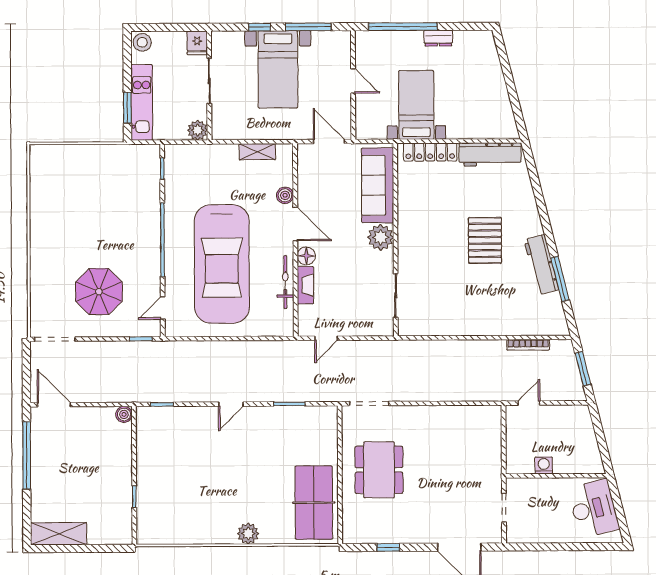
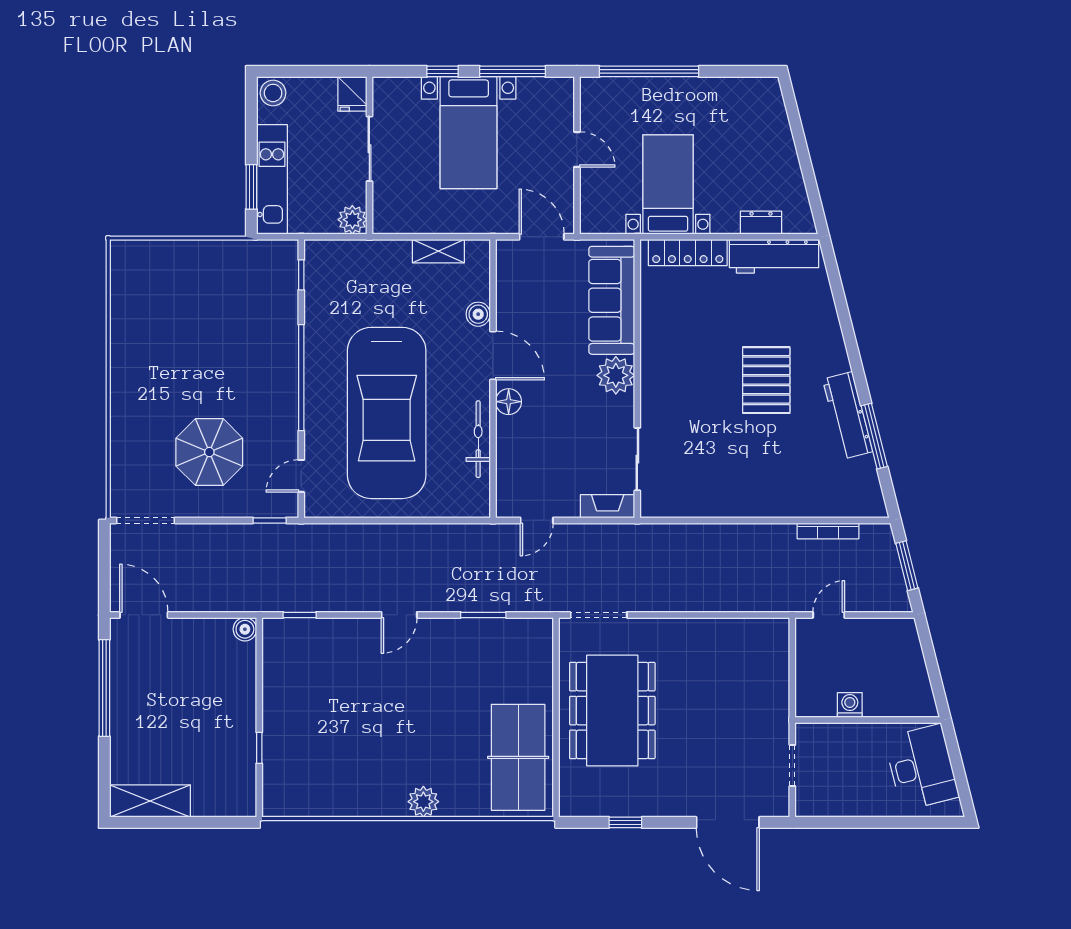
dresser: (438, 38) -> (761, 223), moved, turned 180
fireplace: (305, 285) -> (608, 506), moved, turned -90
dining table: (379, 470) -> (612, 711), width x1.36, depth x1.24

